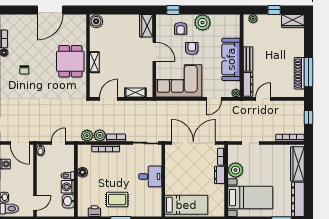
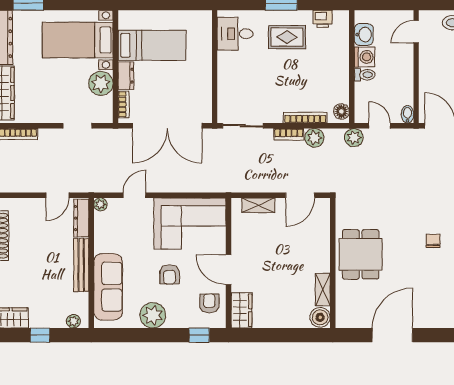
armchair: (181, 28) -> (209, 303), moved
sofa: (231, 59) -> (108, 287), moved
bench: (248, 59) -> (81, 265), width x1.36
shelving: (94, 62) -> (323, 290), moved
plant: (87, 136) -> (354, 138), moved
door: (58, 143) -> (380, 126), swing flipped
floor lamp: (82, 172) -> (341, 111), moved
desk: (150, 176) -> (235, 34), moved
bed: (186, 205) -> (152, 45), moved, turned 180

